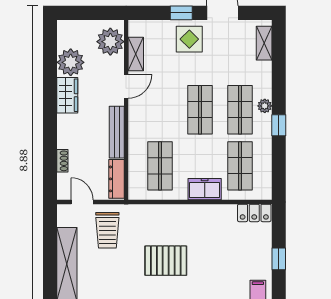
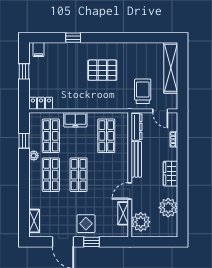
wardrobe: (67, 95) -> (170, 174), moved
plant: (265, 106) -> (34, 156), moved
window: (279, 125) -> (24, 141), moved

